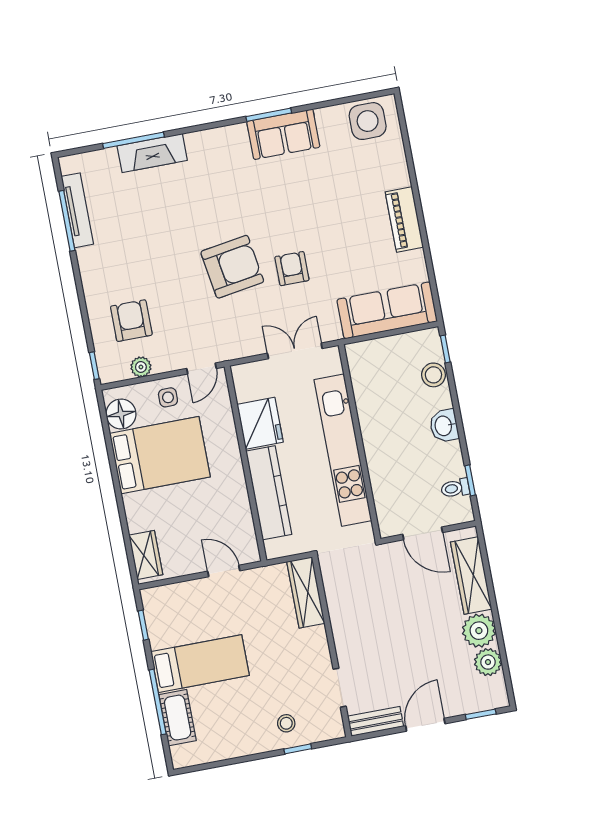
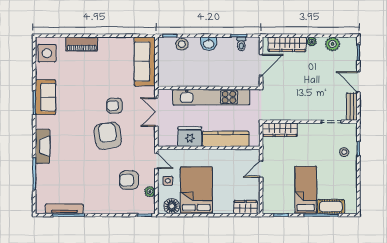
fireplace: (152, 153) -> (43, 146), moved
piano: (404, 219) -> (82, 44), moved
armchair: (131, 321) -> (129, 180), moved
plant: (479, 631) -> (312, 42), width x0.53, depth x0.53

